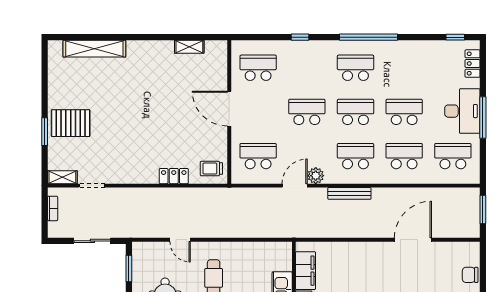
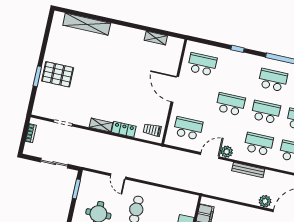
shelving: (62, 177) -> (101, 125), moved
plant: (381, 230) -> (265, 201), added

